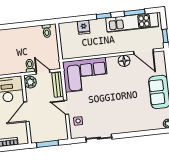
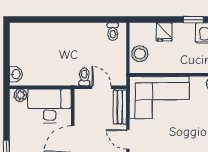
stool: (68, 45) -> (140, 54), added
plant: (30, 82) -> (83, 99), removed

